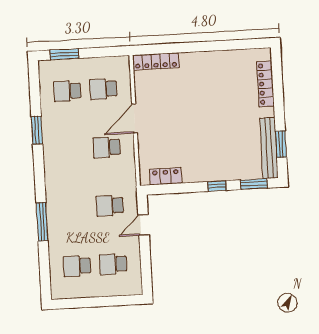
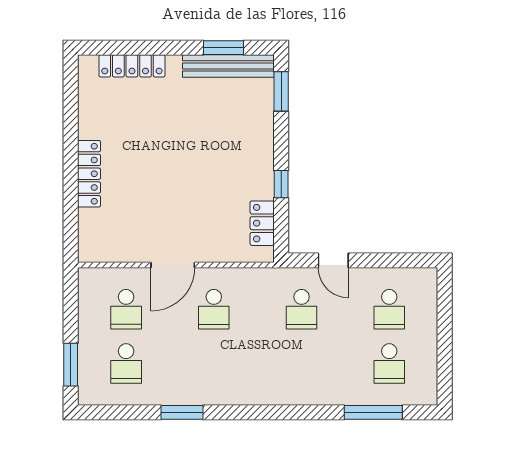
locker: (156, 61) -> (89, 174), moved
door: (134, 118) -> (173, 265), hinge flipped
window: (217, 186) -> (281, 184), moved
window: (42, 222) -> (373, 412), moved

